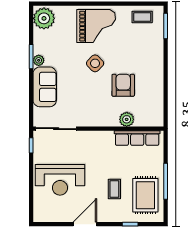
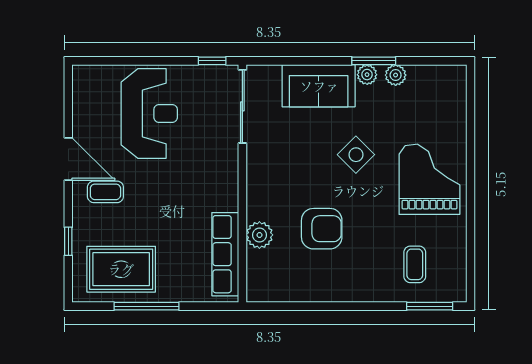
coffee table: (142, 17) -> (415, 264), moved
plant: (44, 18) -> (396, 75), moved, width x0.53, depth x0.53
grand piano: (96, 26) -> (429, 179), turned 180
side table: (95, 63) -> (356, 155), moved
reception desk: (60, 180) -> (149, 113), turned 180
coffee table: (114, 189) -> (105, 192), moved

